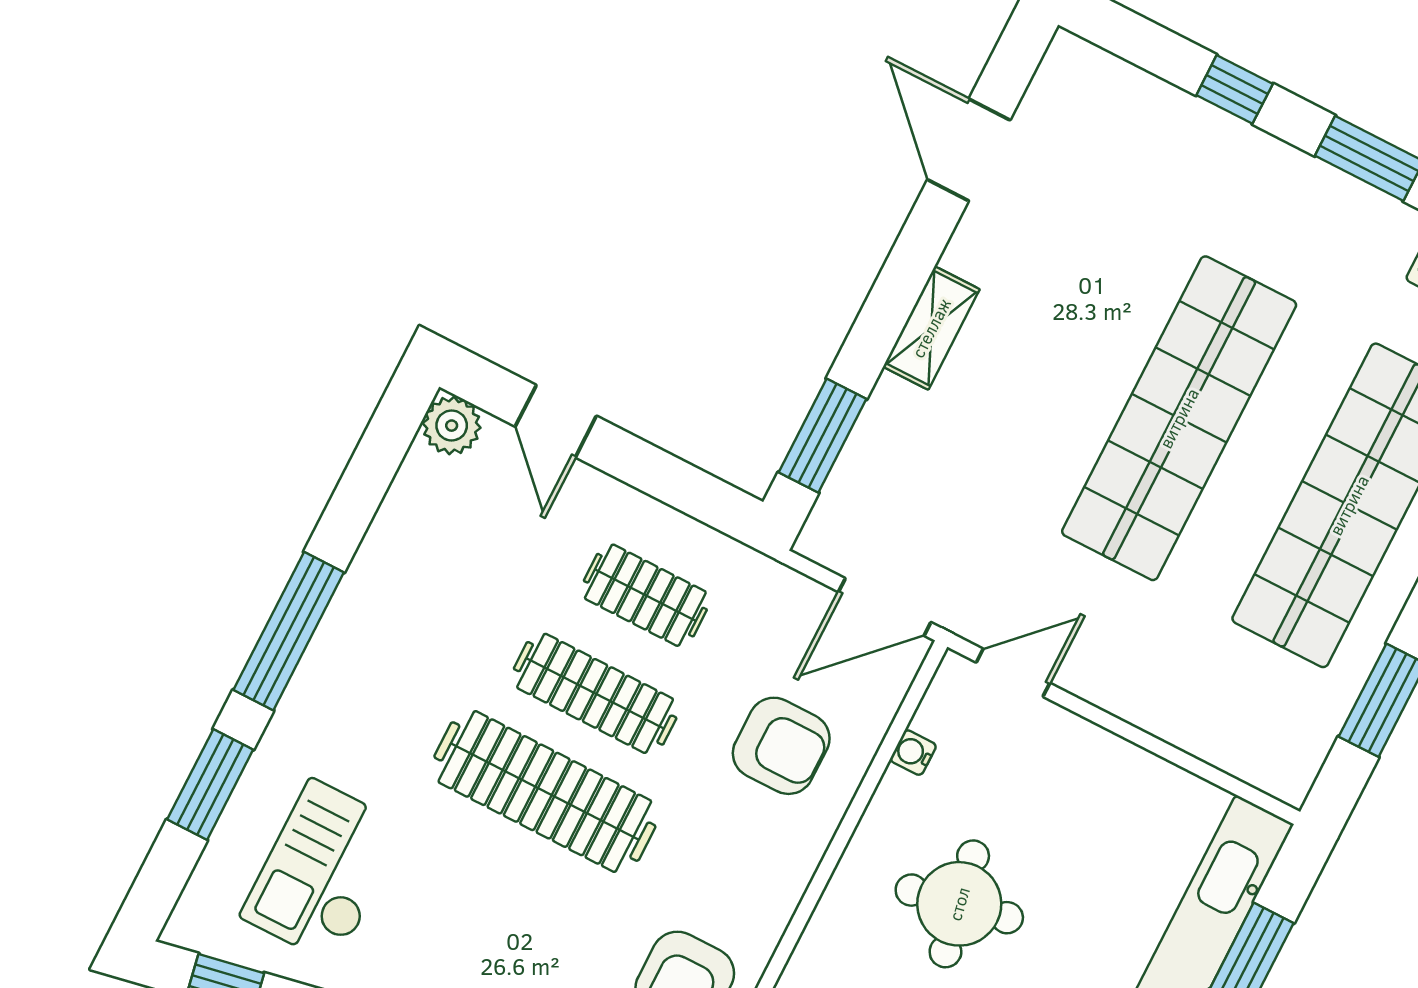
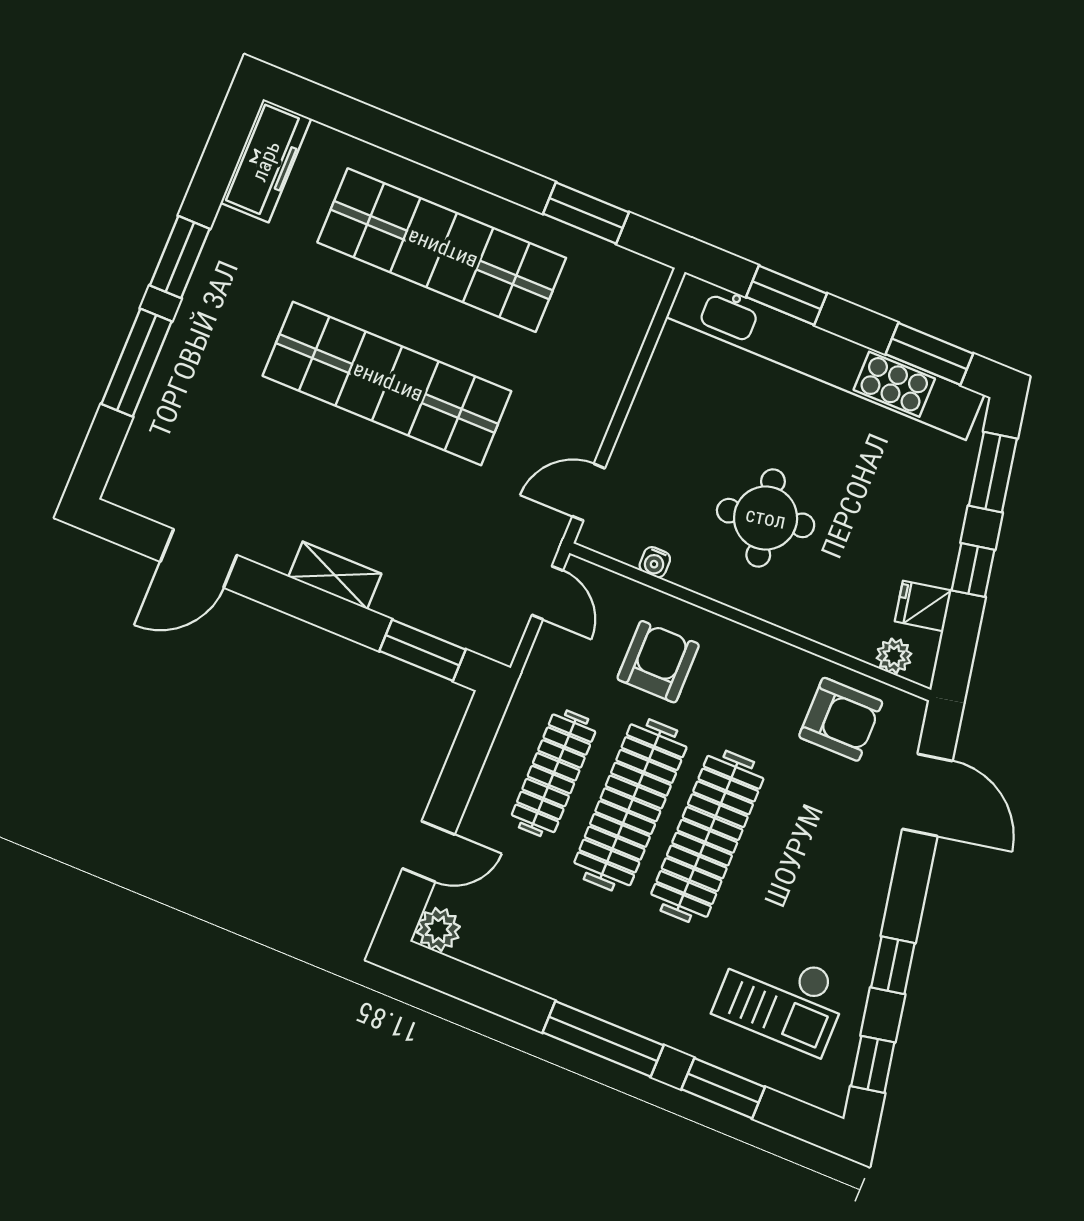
window: (1235, 89) -> (137, 363), width x2.17
clothes rail: (645, 595) -> (554, 773), width x1.36
door: (885, 607) -> (547, 593), width x0.73
door: (1013, 673) -> (589, 492), hinge flipped
clothes rail: (595, 693) -> (630, 805), width x1.37, depth x1.31

